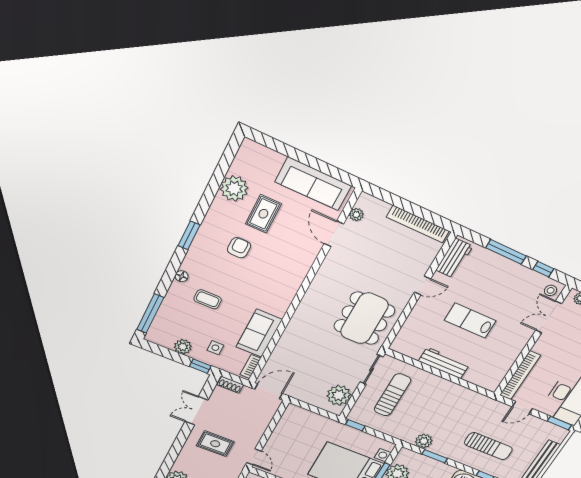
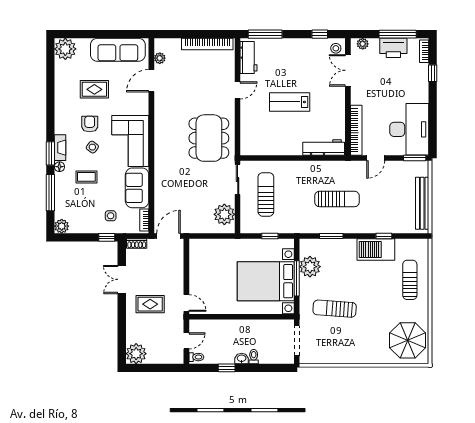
plant: (234, 189) -> (65, 49), moved
rug: (263, 214) -> (94, 89), turned 90
door: (334, 234) -> (151, 81), hinge flipped
window: (189, 235) -> (50, 153), moved
window: (506, 252) -> (265, 34), moved
fireplace: (192, 257) -> (60, 148), added
side table: (230, 272) -> (92, 147), added
corner sofa: (276, 285) -> (130, 141), added
window: (150, 313) -> (50, 193), moved
plant: (183, 347) -> (62, 226), moved
workbench: (444, 363) -> (324, 147), moved
window: (355, 425) -> (270, 236), moved
plant: (424, 441) -> (314, 226), removed
sun lounger: (488, 446) -> (337, 199), moved

